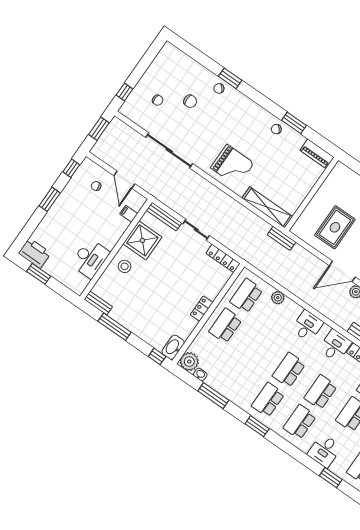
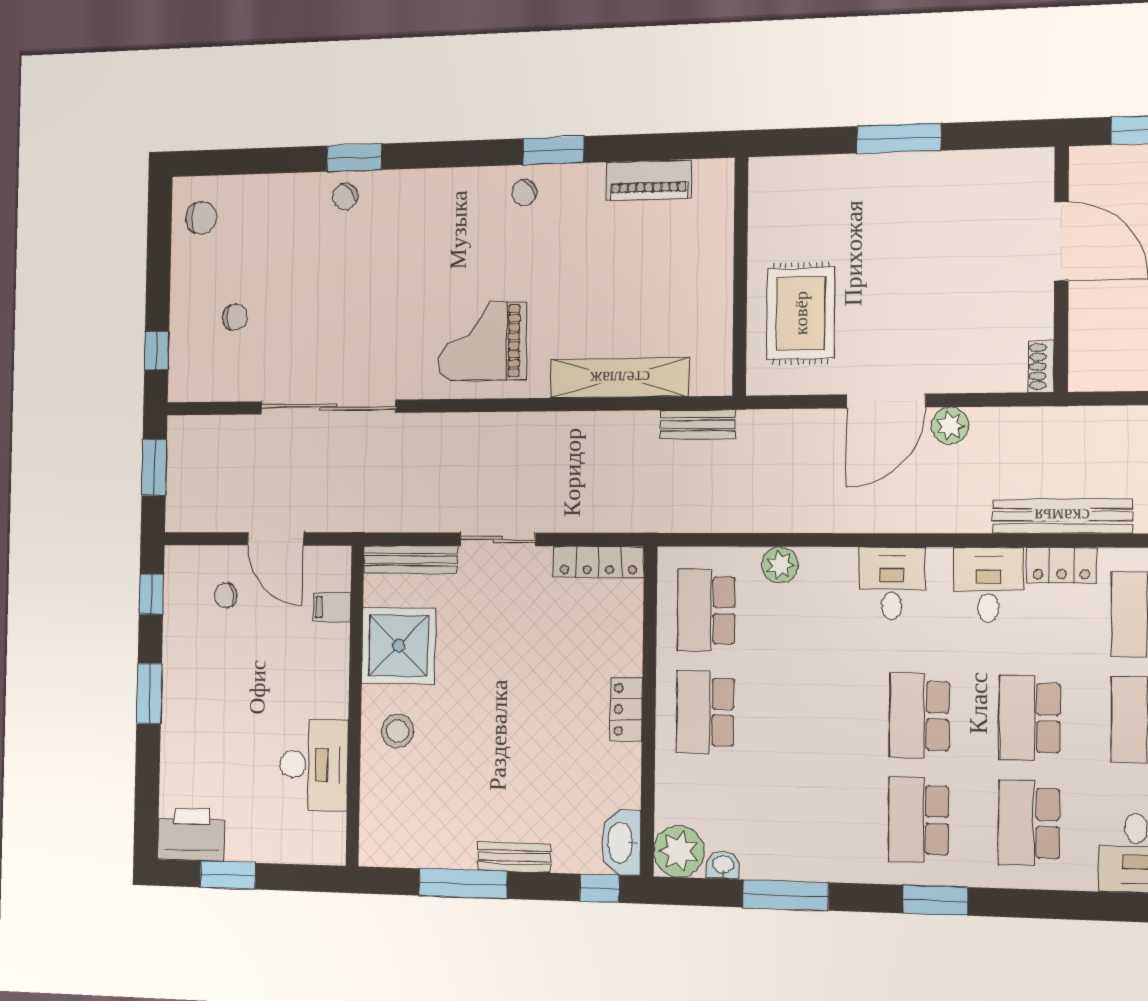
chair: (190, 101) -> (201, 218), moved
grand piano: (232, 165) -> (482, 341), turned 180
wall: (311, 194) -> (740, 276), moved
bench: (98, 303) -> (514, 857), moved

